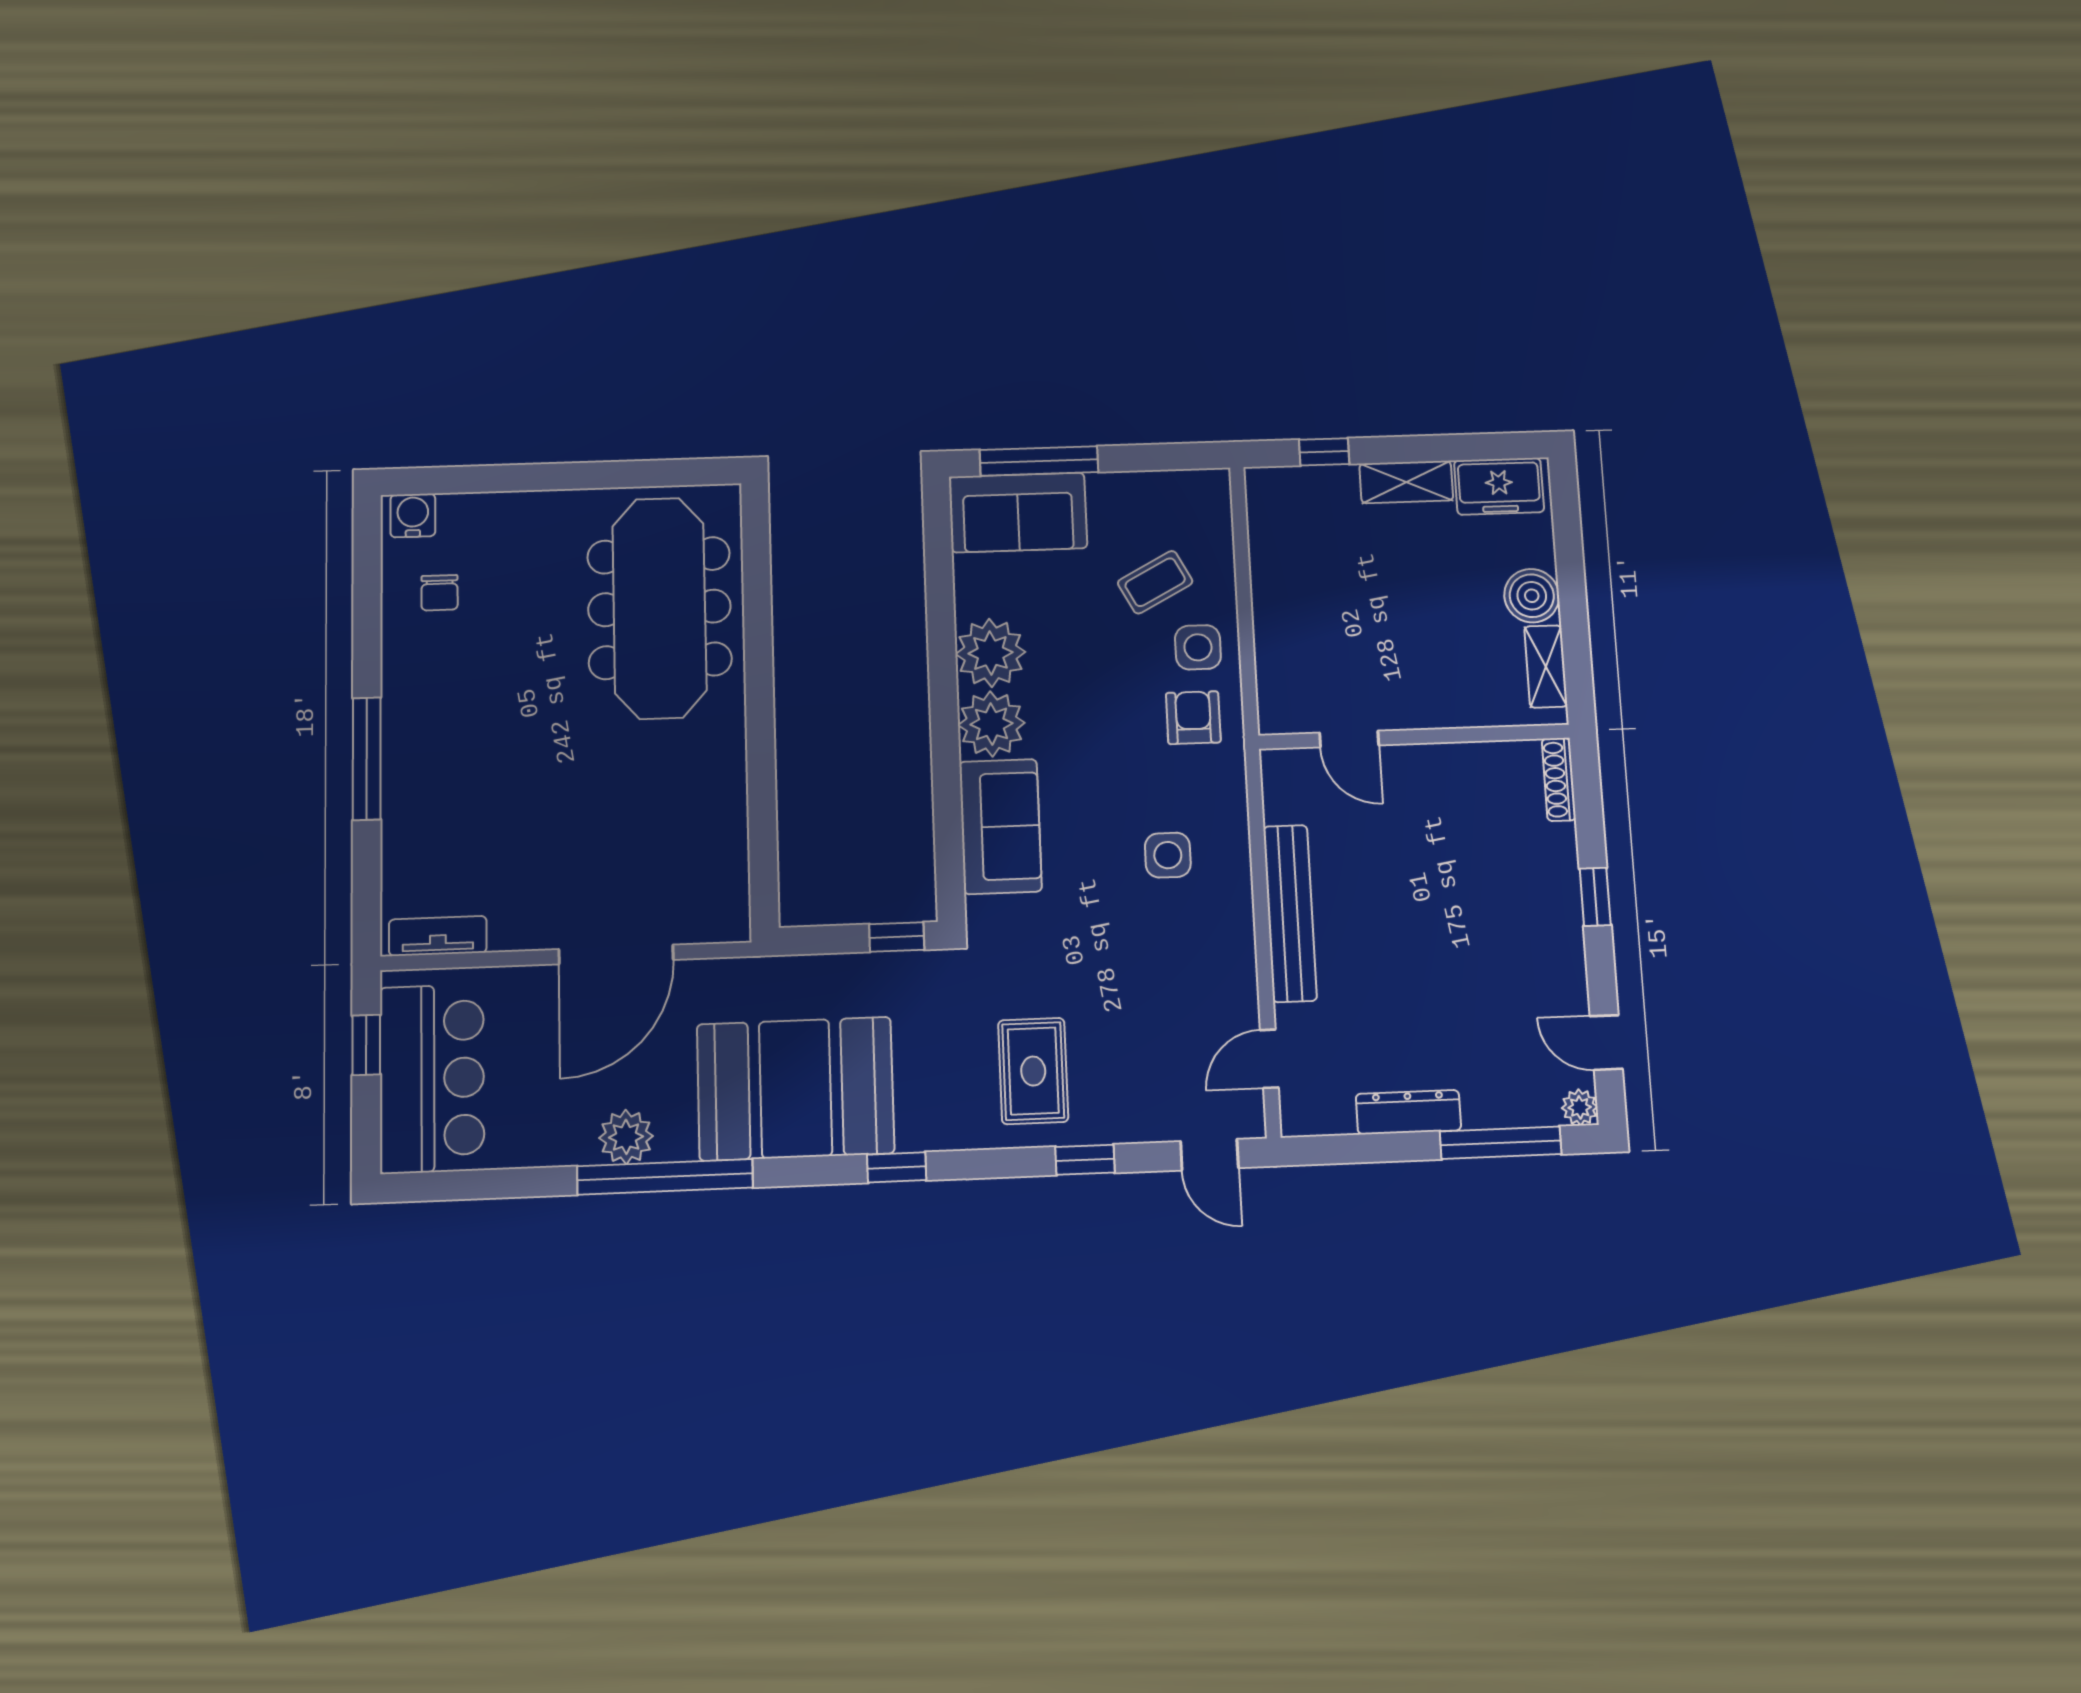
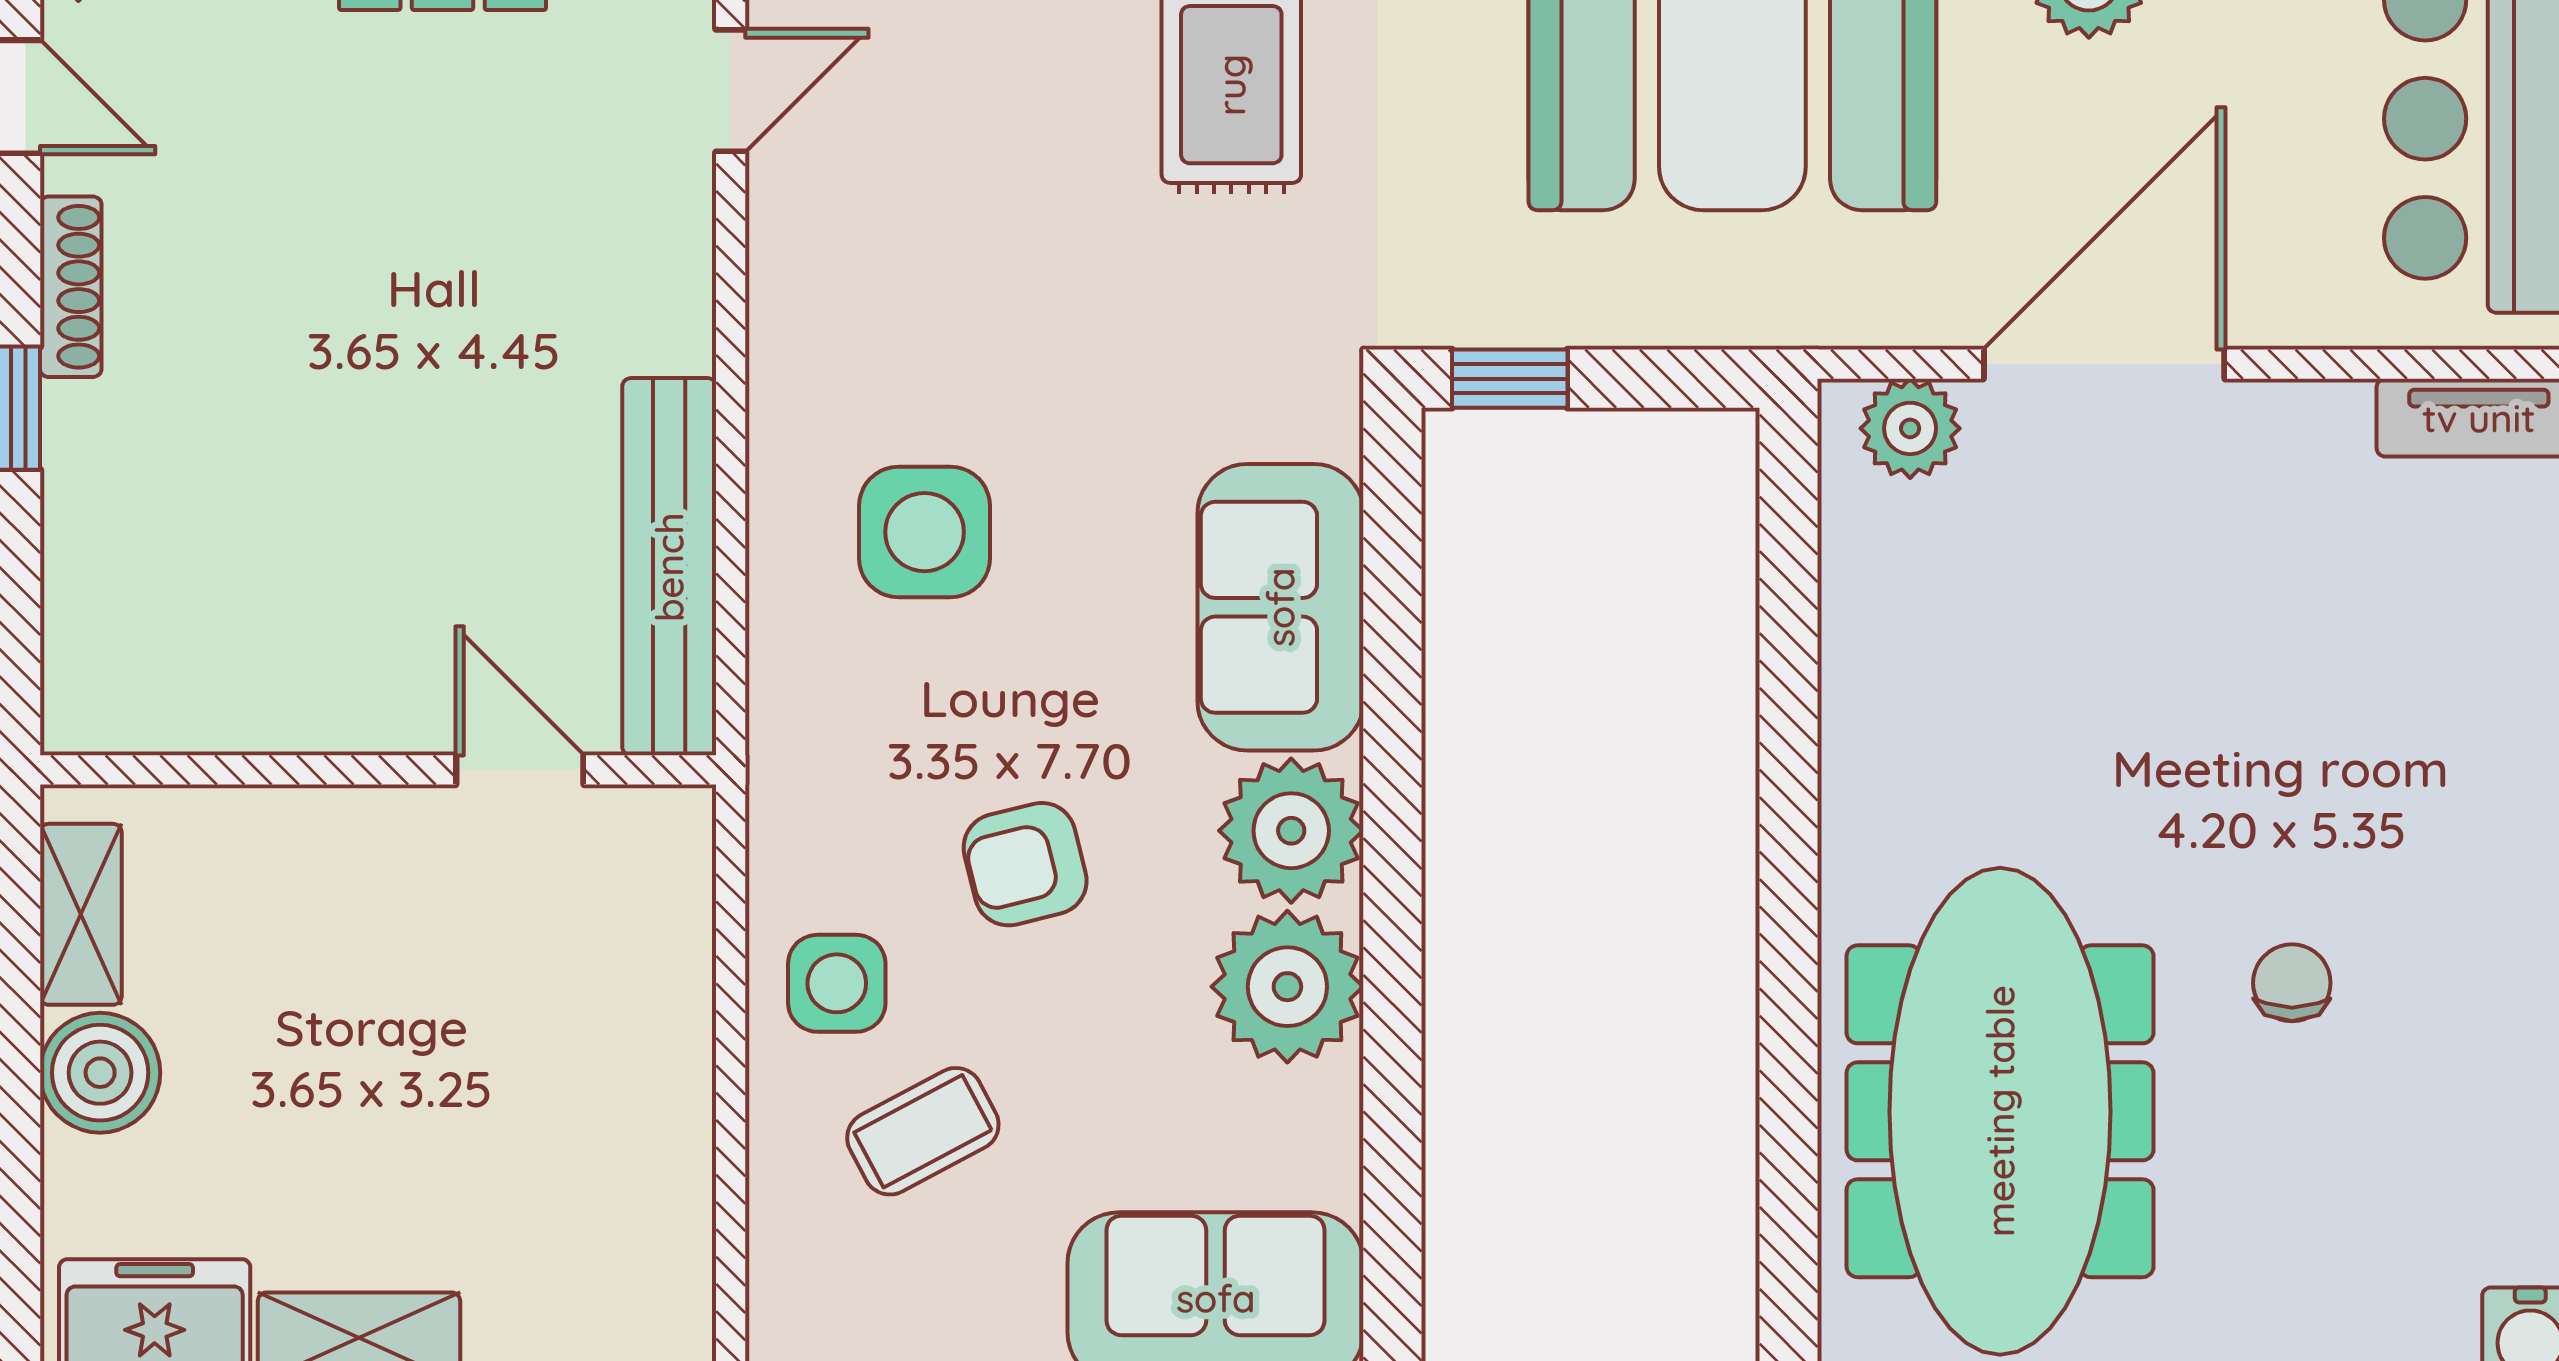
chair: (440, 593) -> (2292, 983), moved
armchair: (1193, 718) -> (1025, 864), moved, turned 76
shoe rack: (1559, 779) -> (71, 287), moved
side table: (1168, 855) -> (925, 532), width x1.37, depth x1.37
bench: (1290, 913) -> (669, 567), moved
plant: (707, 921) -> (1910, 428), added

